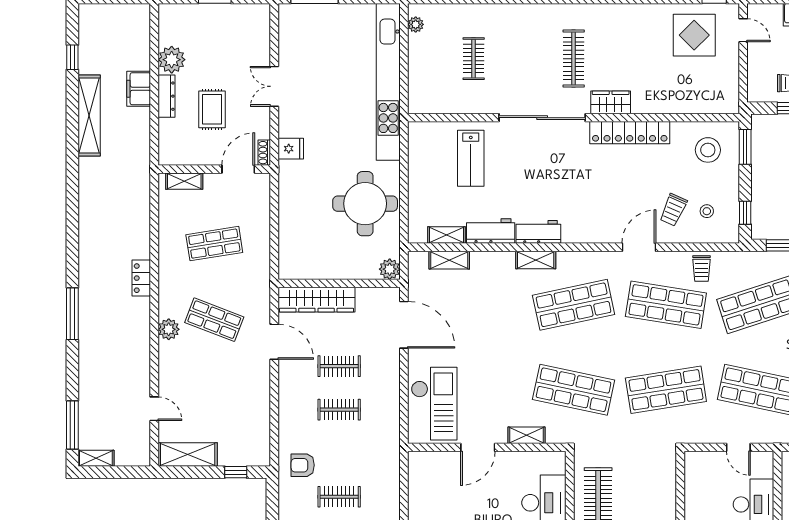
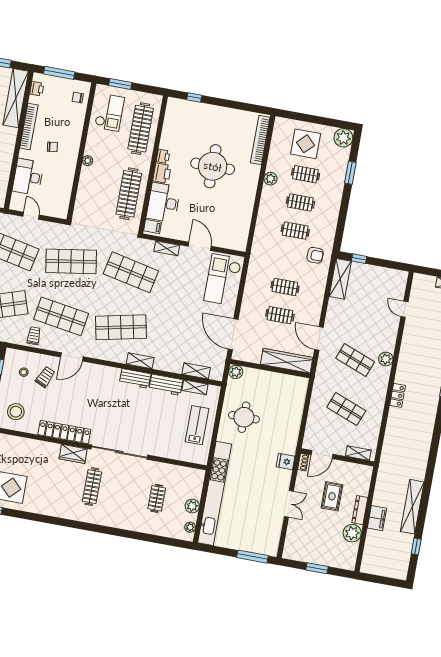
plant: (418, 57) -> (192, 506), added
lab bench: (471, 158) -> (197, 425), moved
round table: (365, 204) -> (244, 417), width x0.73, depth x0.73
shop shelf: (214, 244) -> (346, 409), turned 30
door: (478, 447) -> (200, 246), hinge flipped
shelving: (188, 455) -> (340, 279), moved, turned 90
filing cabinet: (554, 464) -> (152, 226), added

